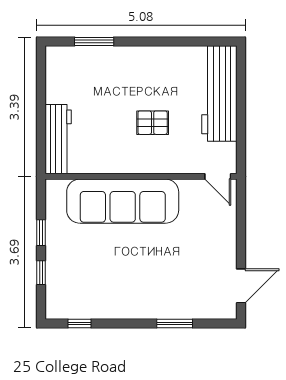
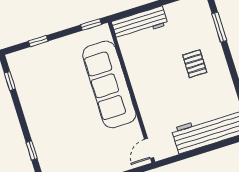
pallet: (153, 123) -> (195, 64), moved
window: (41, 233) -> (91, 25), moved
window: (175, 324) -> (32, 151), width x0.67

